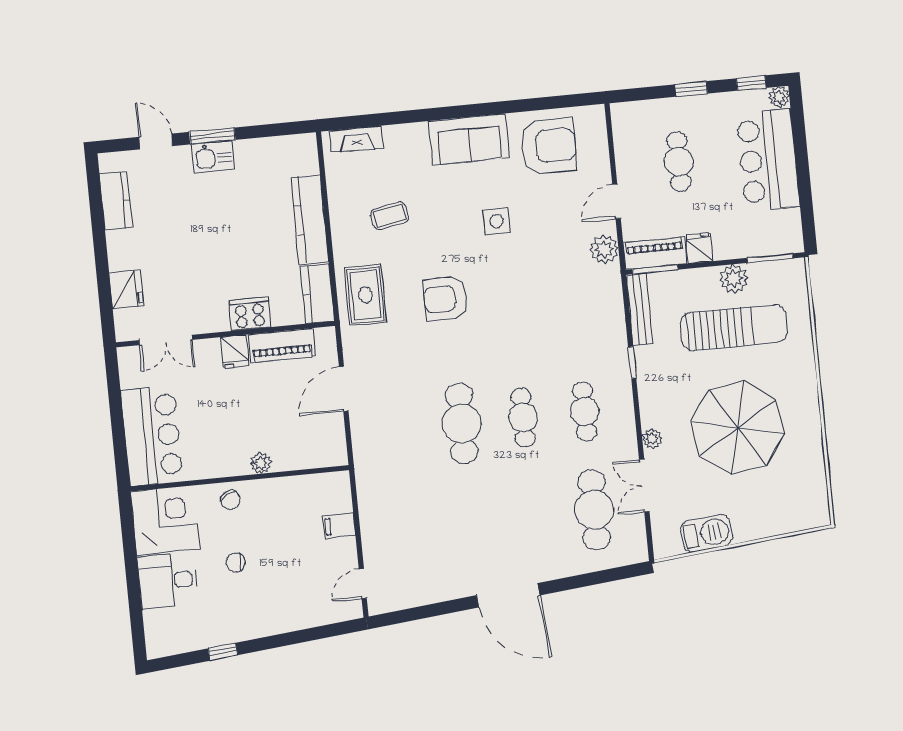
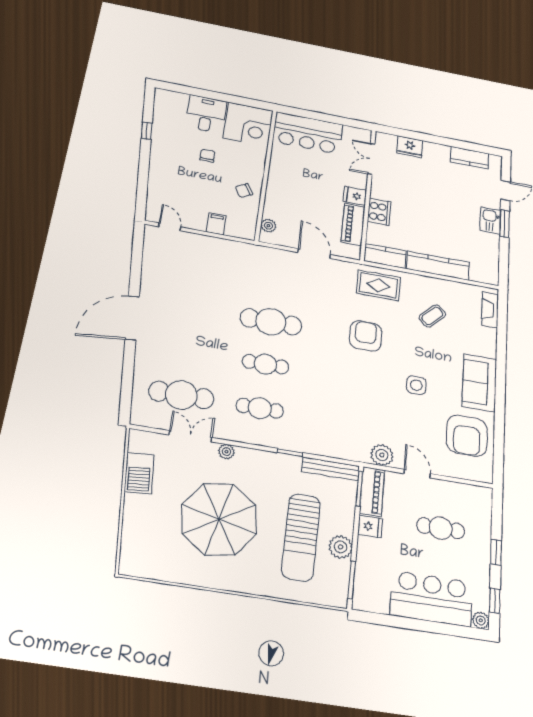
coffee table: (390, 216) -> (432, 316), turned 54
plant: (261, 463) -> (268, 226), moved
chair: (230, 500) -> (244, 191), moved

